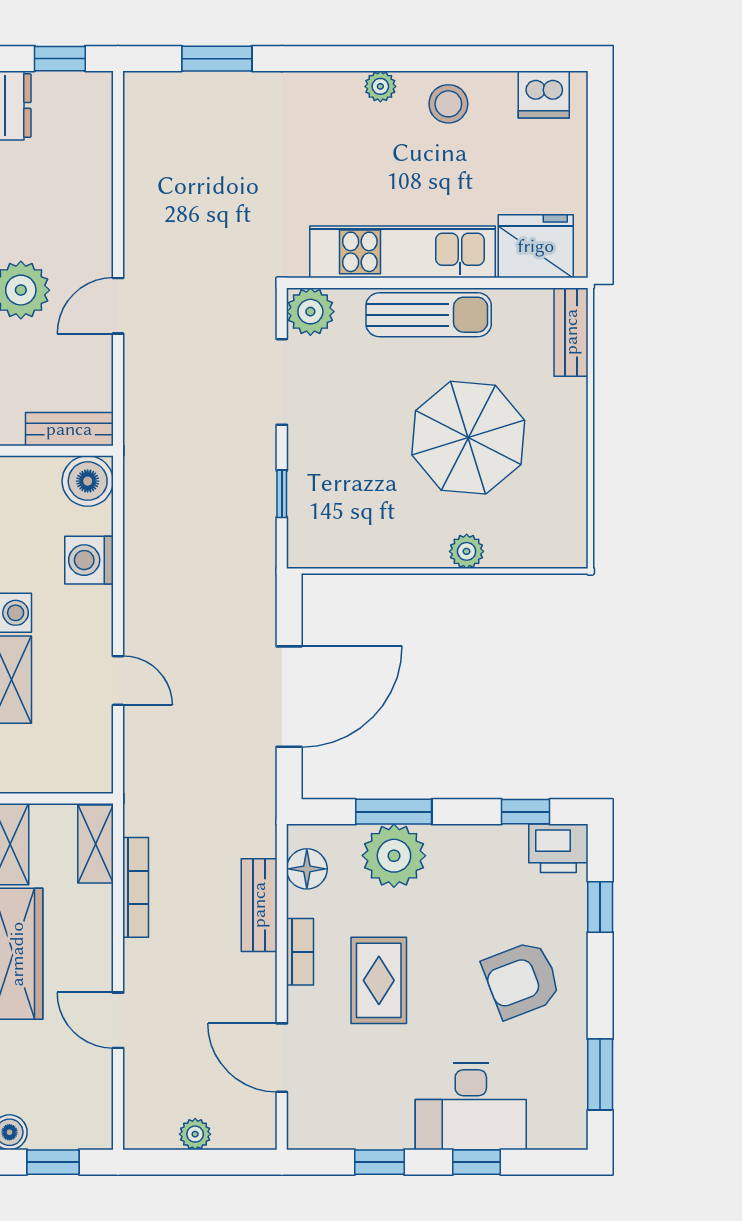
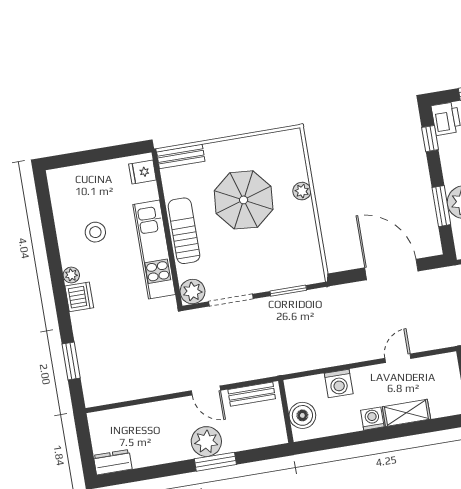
window: (60, 59) -> (85, 441), removed
dishwasher: (544, 95) -> (79, 297), moved
stool: (448, 104) -> (95, 232), moved
fridge: (536, 246) -> (142, 172), width x0.53, depth x0.75
bench: (69, 429) -> (252, 394), moved, turned 90
boiler: (88, 481) -> (302, 415), moved
window: (282, 494) -> (288, 291), width x1.50

